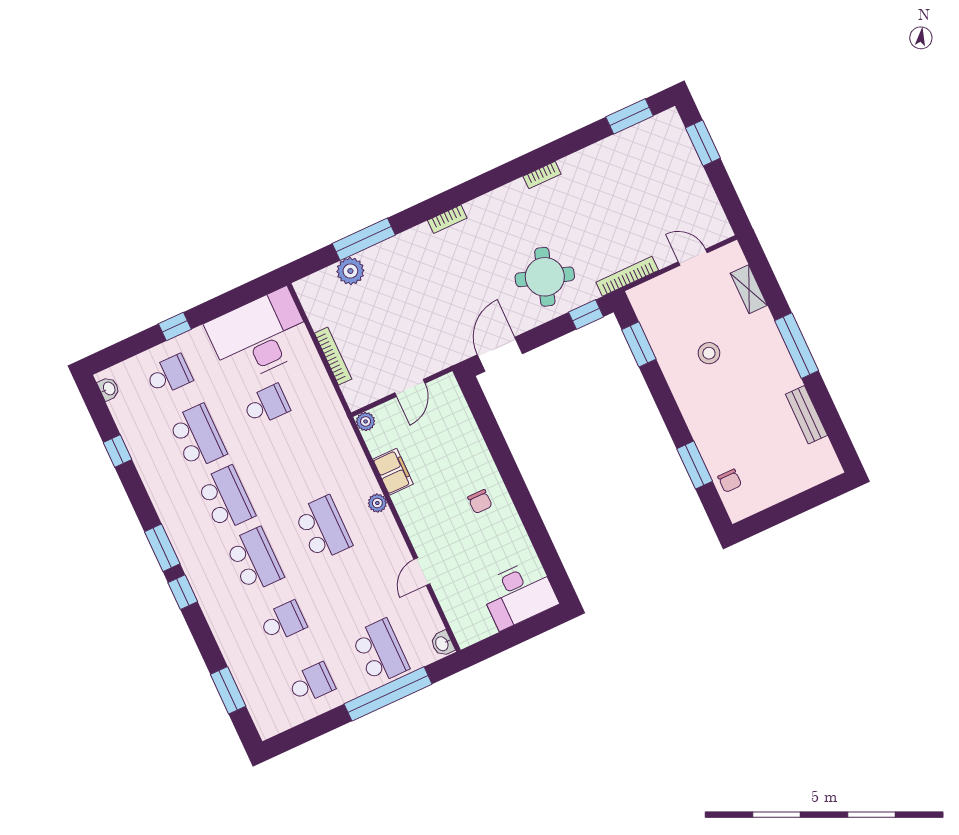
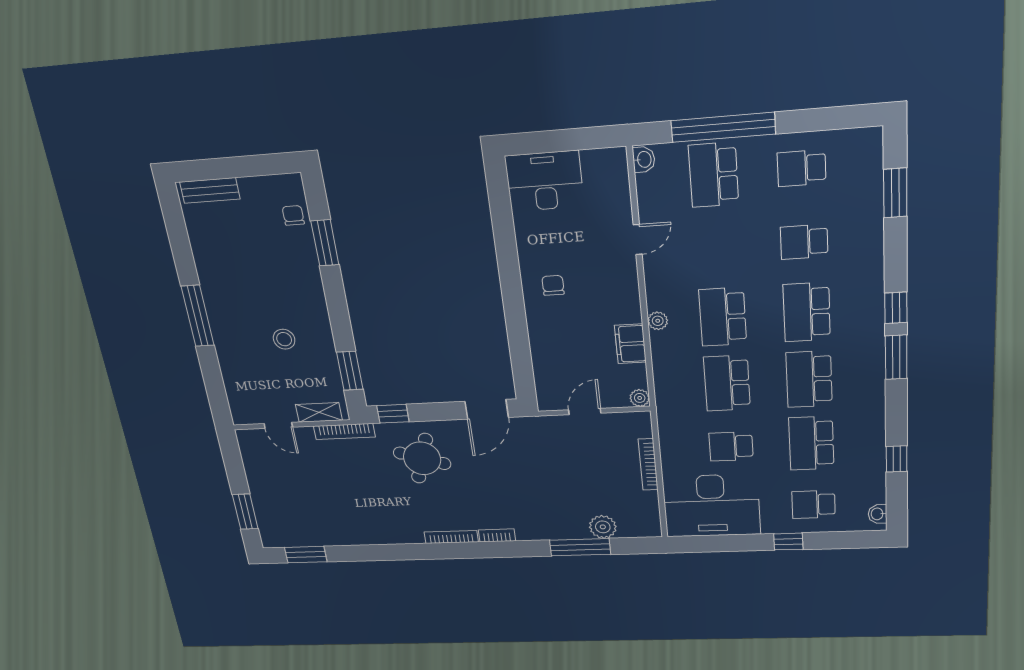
bookcase: (542, 175) -> (451, 537), moved, width x1.56
shelving: (749, 289) -> (319, 412), moved, turned 90
bench: (806, 415) -> (210, 190), moved, turned 90
school desk: (295, 467) -> (727, 383), added

